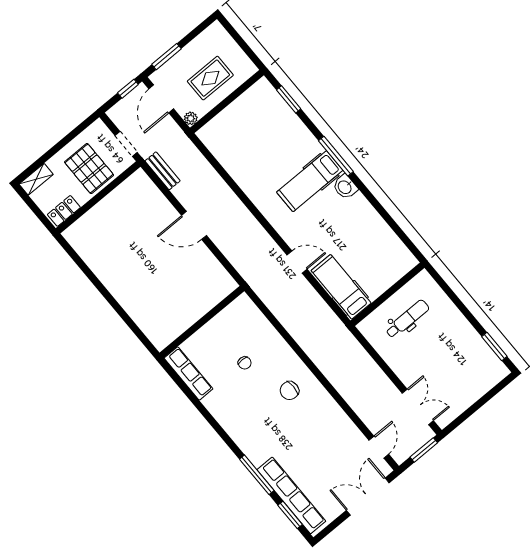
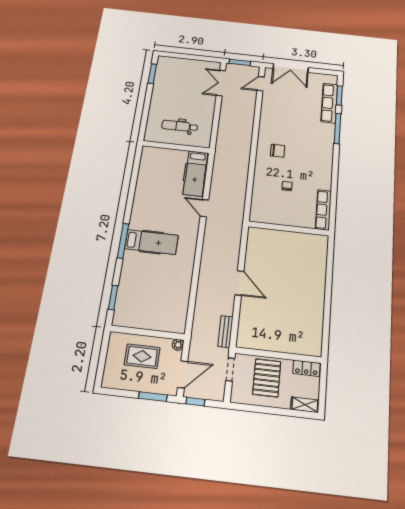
washbasin: (345, 187) -> (137, 220), removed
row of seats: (291, 495) -> (329, 103), width x0.73

